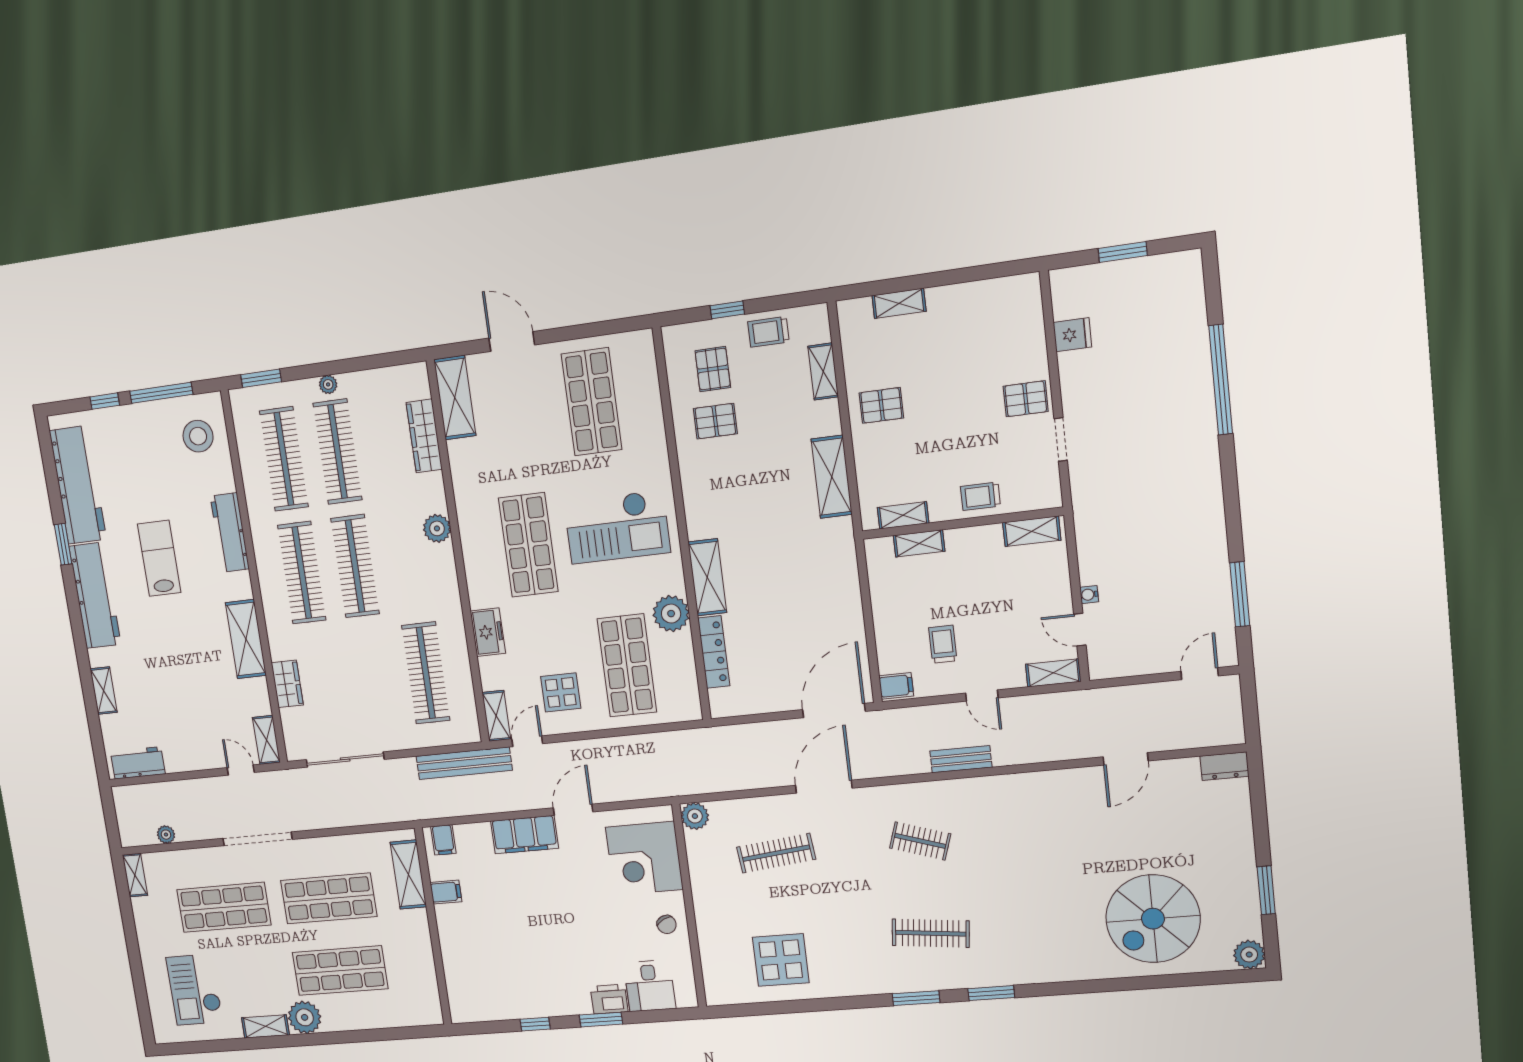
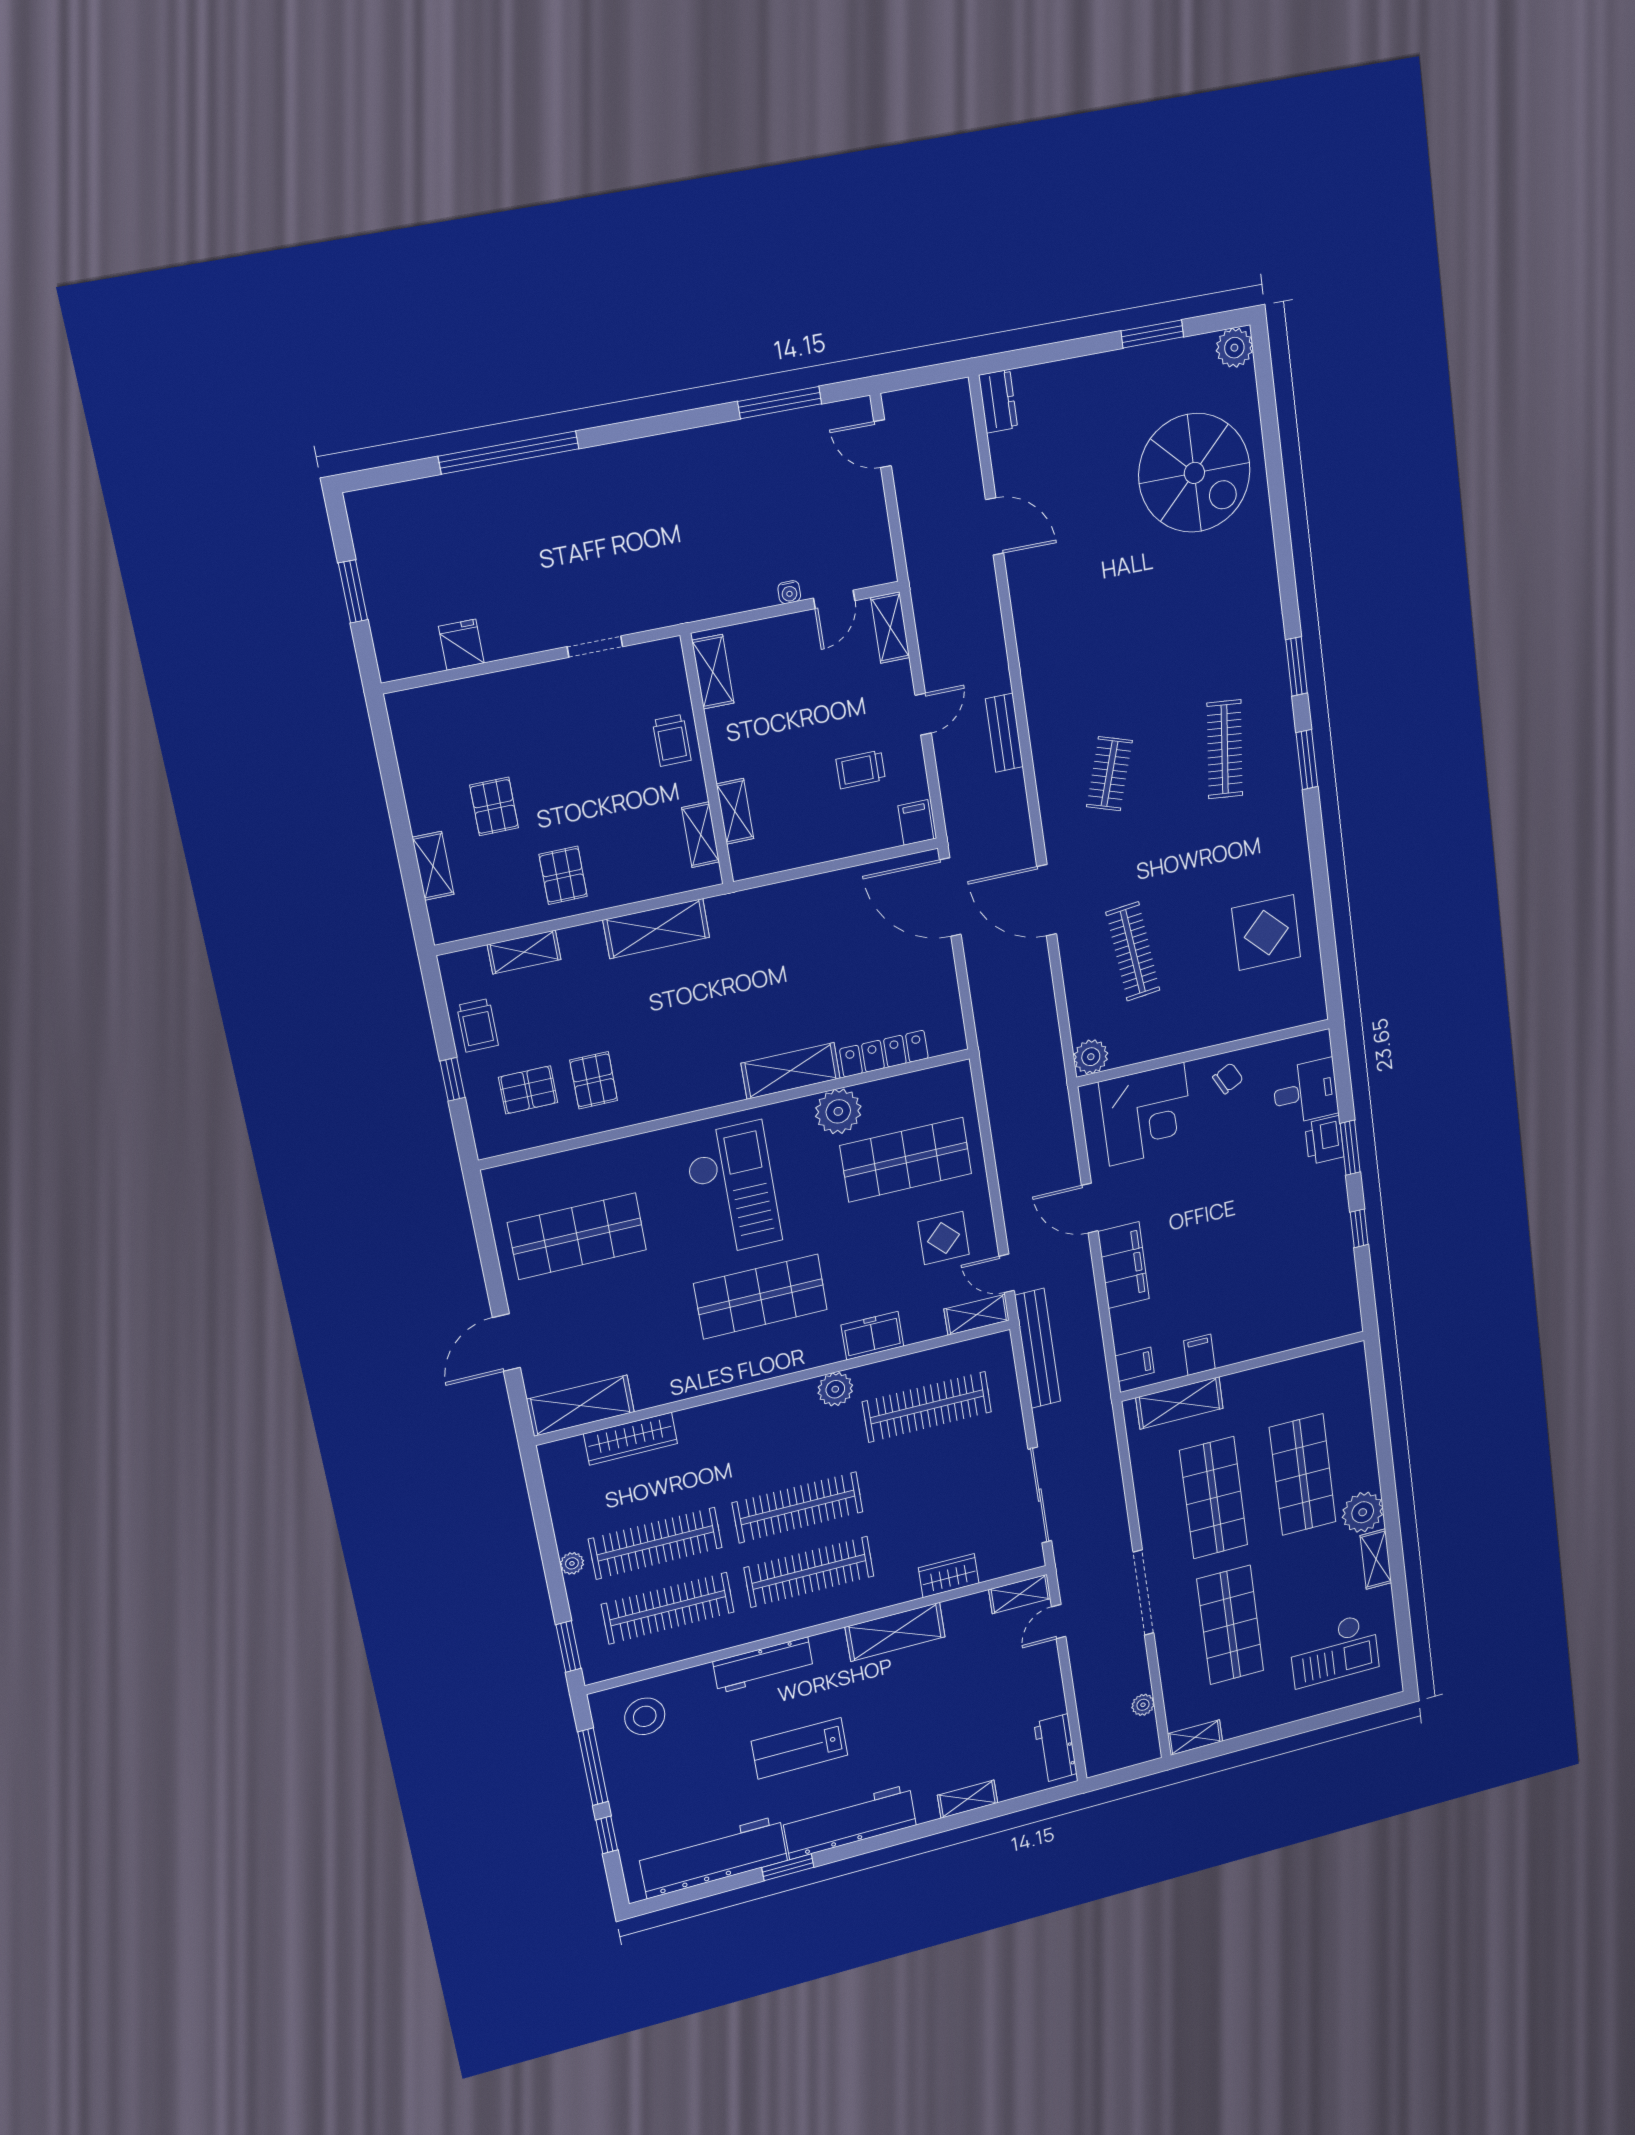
pallet: (1026, 399) -> (494, 807), moved
plant: (437, 528) -> (835, 1389), moved

